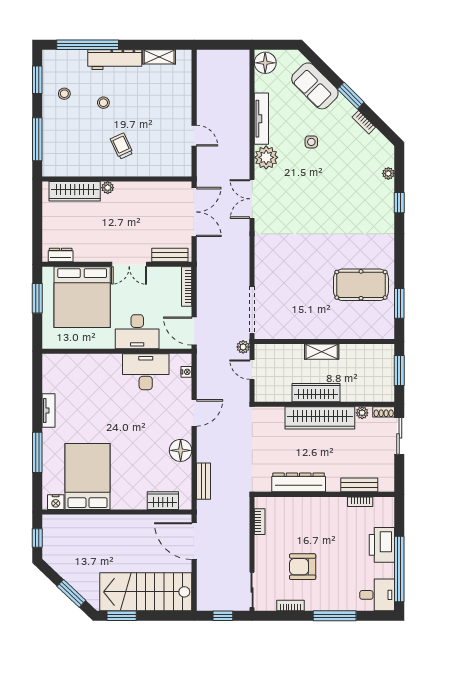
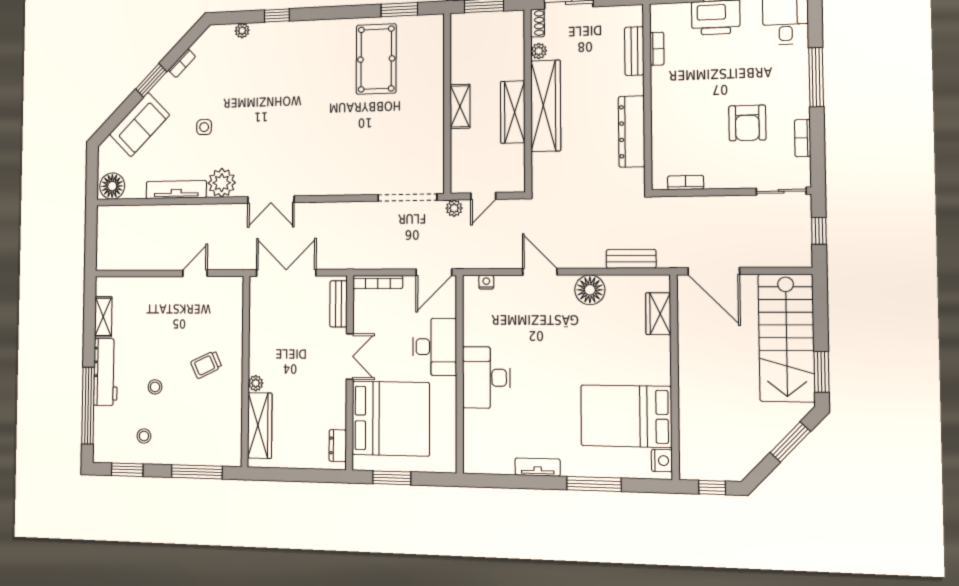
desk: (146, 372) -> (486, 378), moved
door: (194, 541) -> (714, 271), hinge flipped

